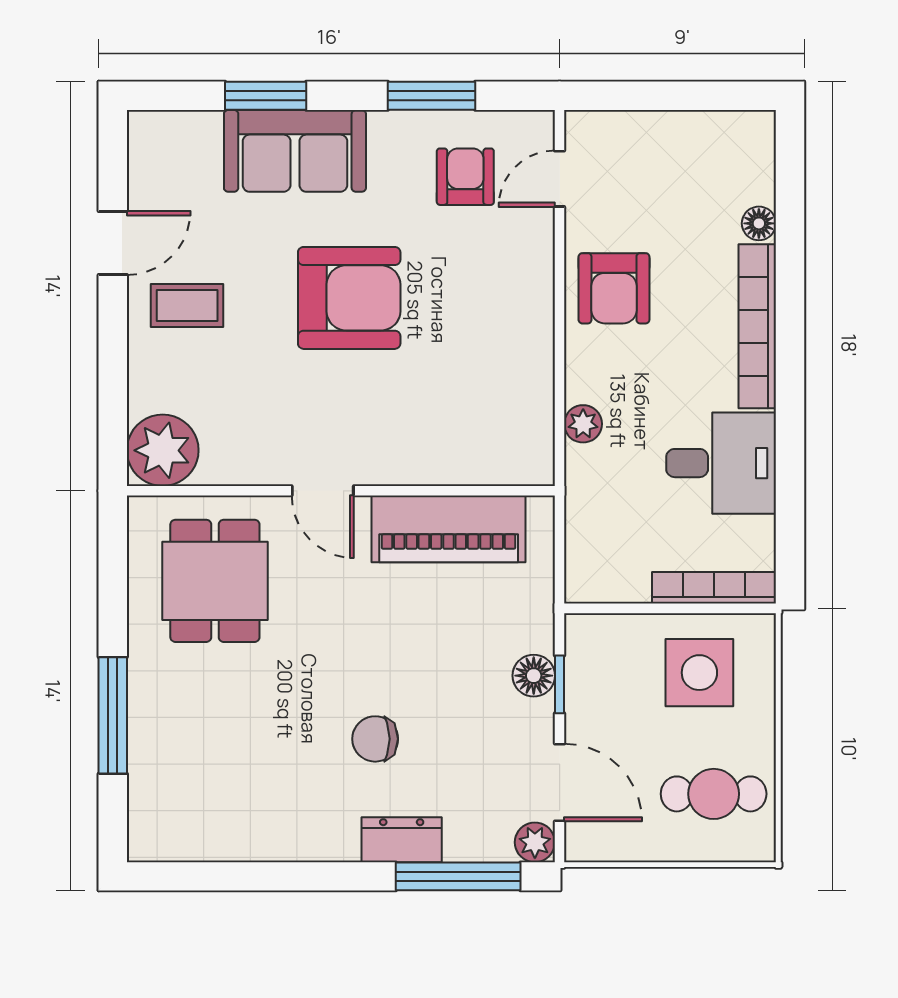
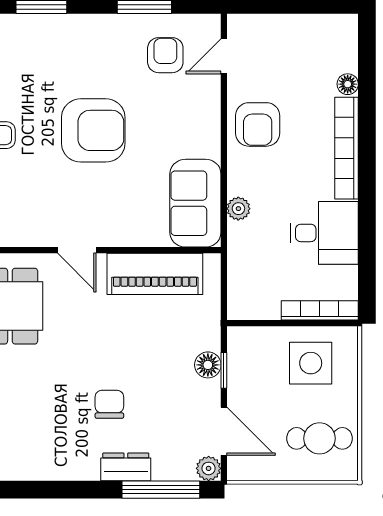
sofa: (295, 151) -> (195, 203), moved, turned 90
chair: (375, 739) -> (109, 404), turned 90

